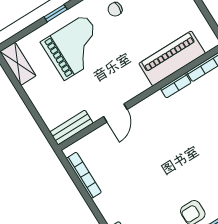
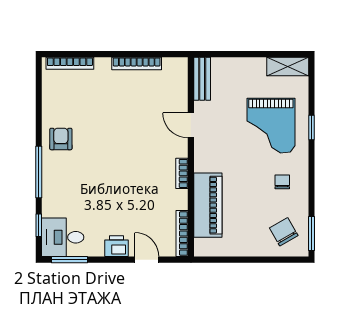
bookcase: (176, 86) -> (182, 173), moved
bookcase: (84, 175) -> (137, 63), moved

